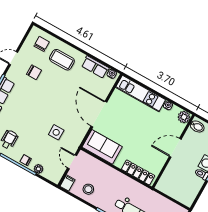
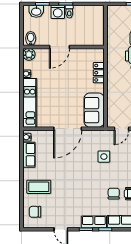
coffee table: (62, 60) -> (39, 187), turned 90
chair: (34, 72) -> (114, 194), moved
door: (175, 148) -> (60, 47), hinge flipped
locker: (138, 172) -> (99, 73), width x0.66

